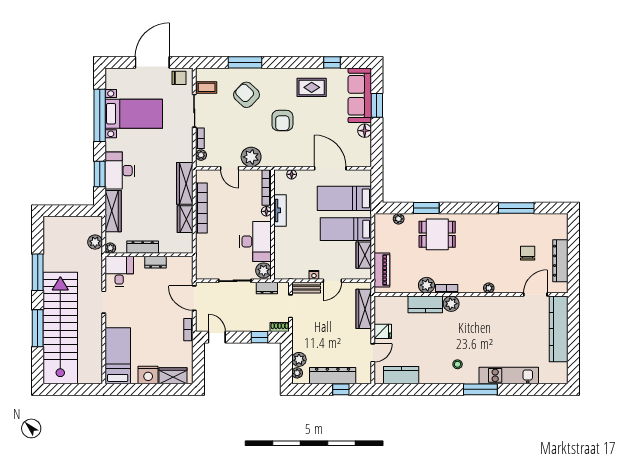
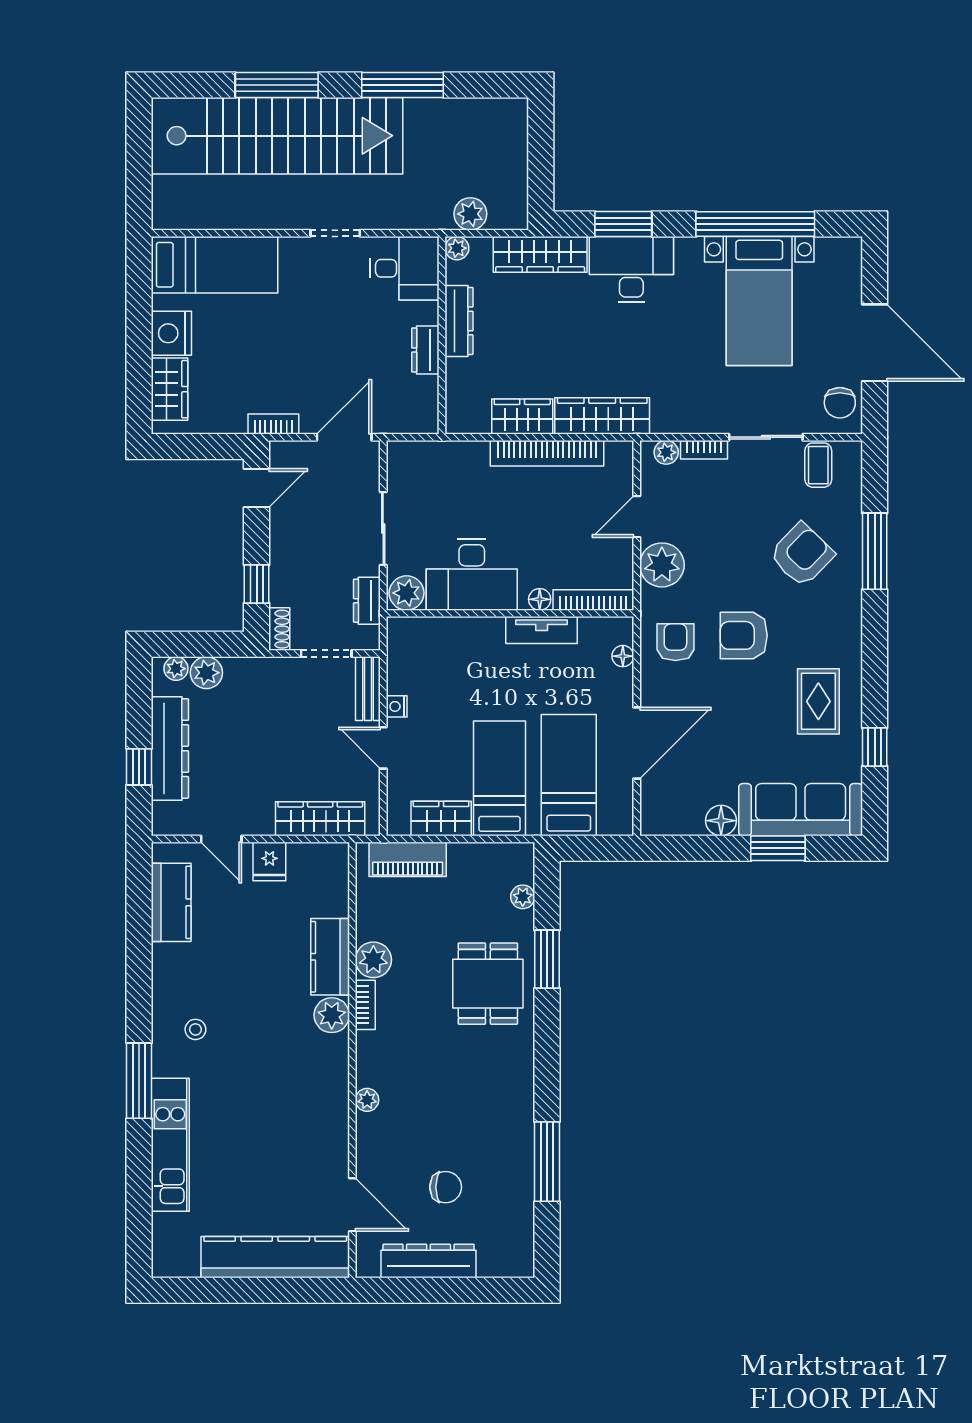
armchair: (285, 151) -> (675, 642), added

